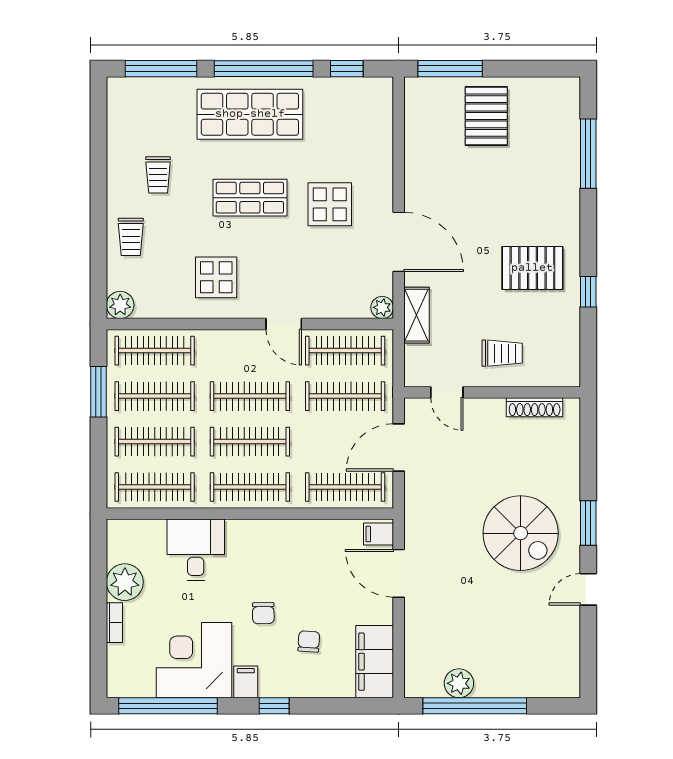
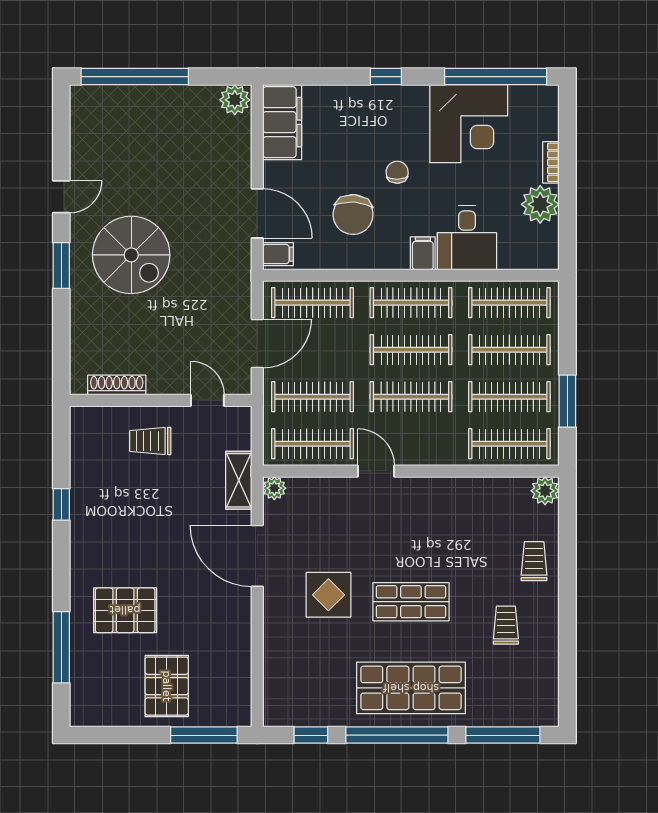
pallet: (532, 268) -> (125, 610), moved
display table: (216, 277) -> (446, 519), removed
spiral stairs: (521, 533) -> (131, 255), turned 180
chair: (309, 641) -> (353, 215), moved, width x1.87, depth x1.87
filing cabinet: (246, 682) -> (423, 253), moved, turned 180
plant: (459, 683) -> (235, 100), moved
window: (475, 706) -> (135, 77), moved

